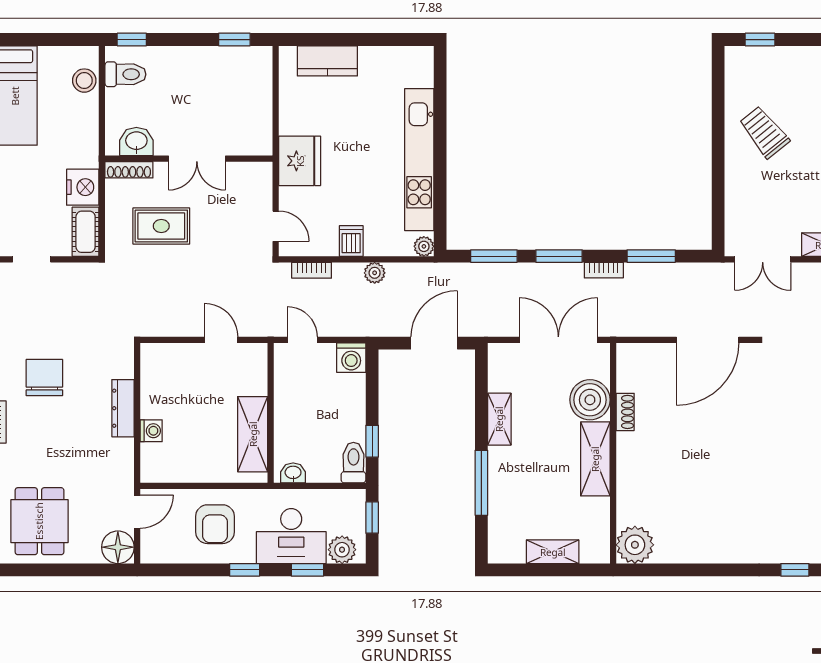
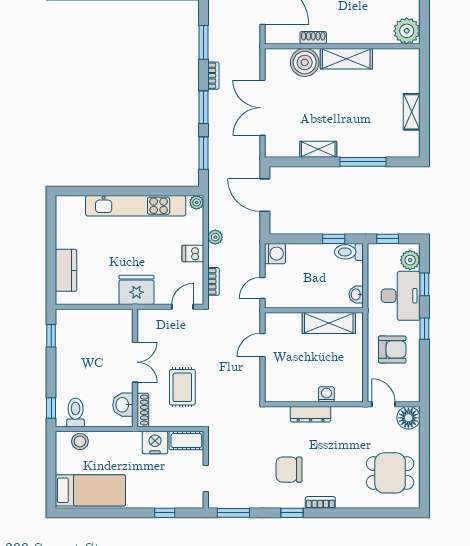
boiler: (590, 400) -> (305, 62), moved
shoe rack: (625, 412) -> (313, 38), moved
wall: (613, 453) -> (342, 46), moved
shelving: (595, 459) -> (346, 59), moved
plant: (635, 545) -> (407, 31), moved

